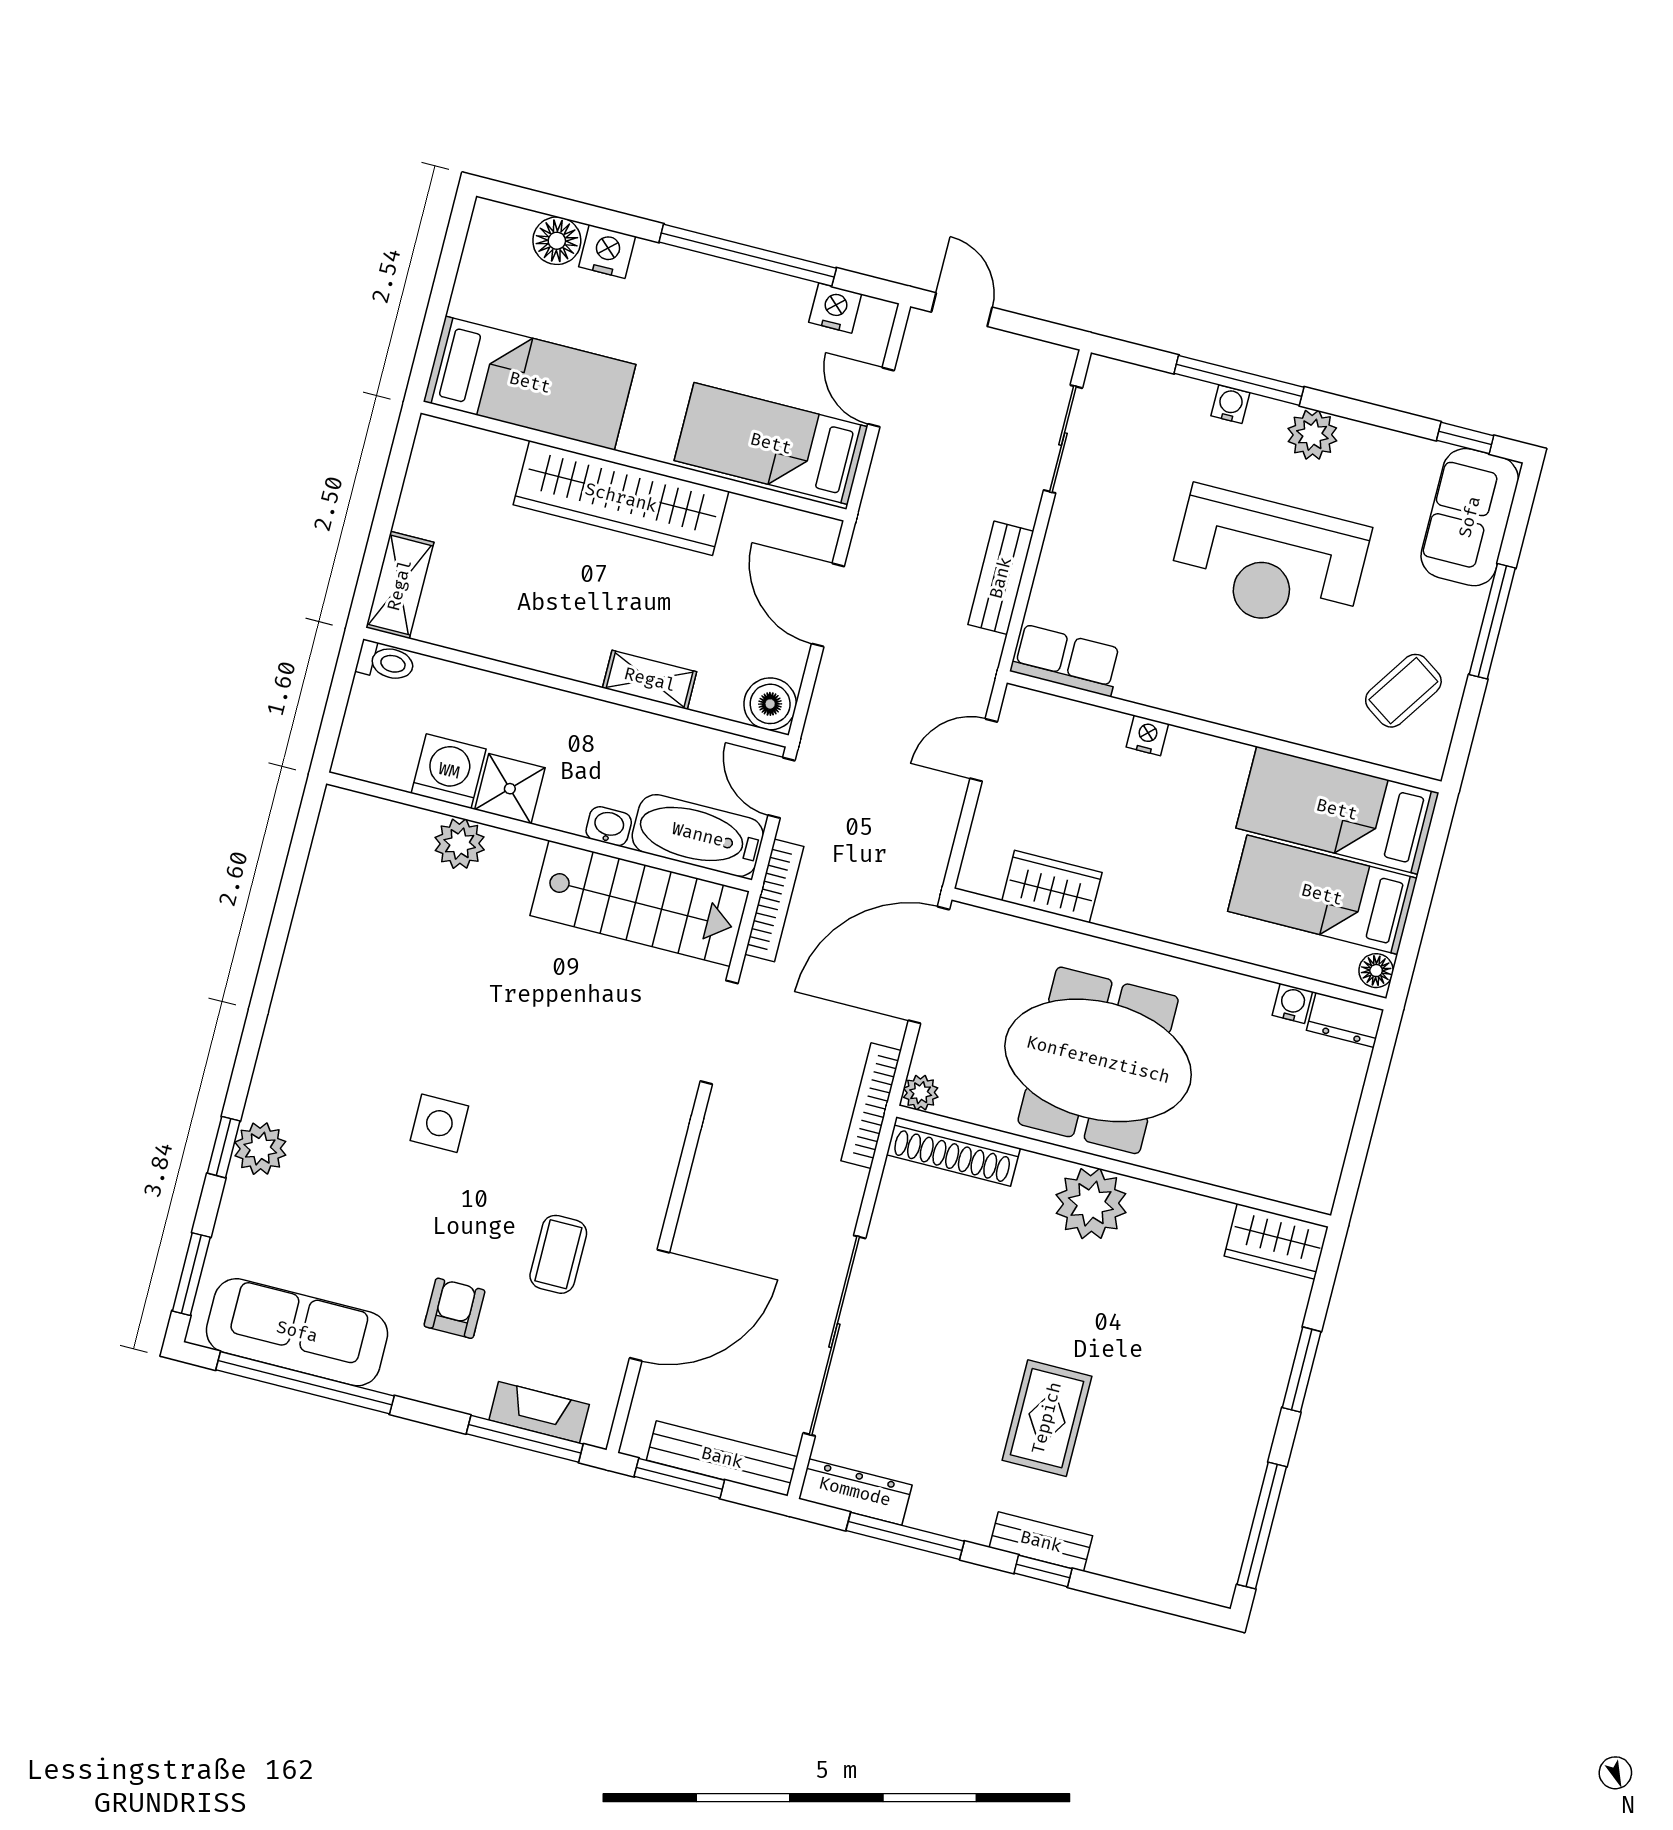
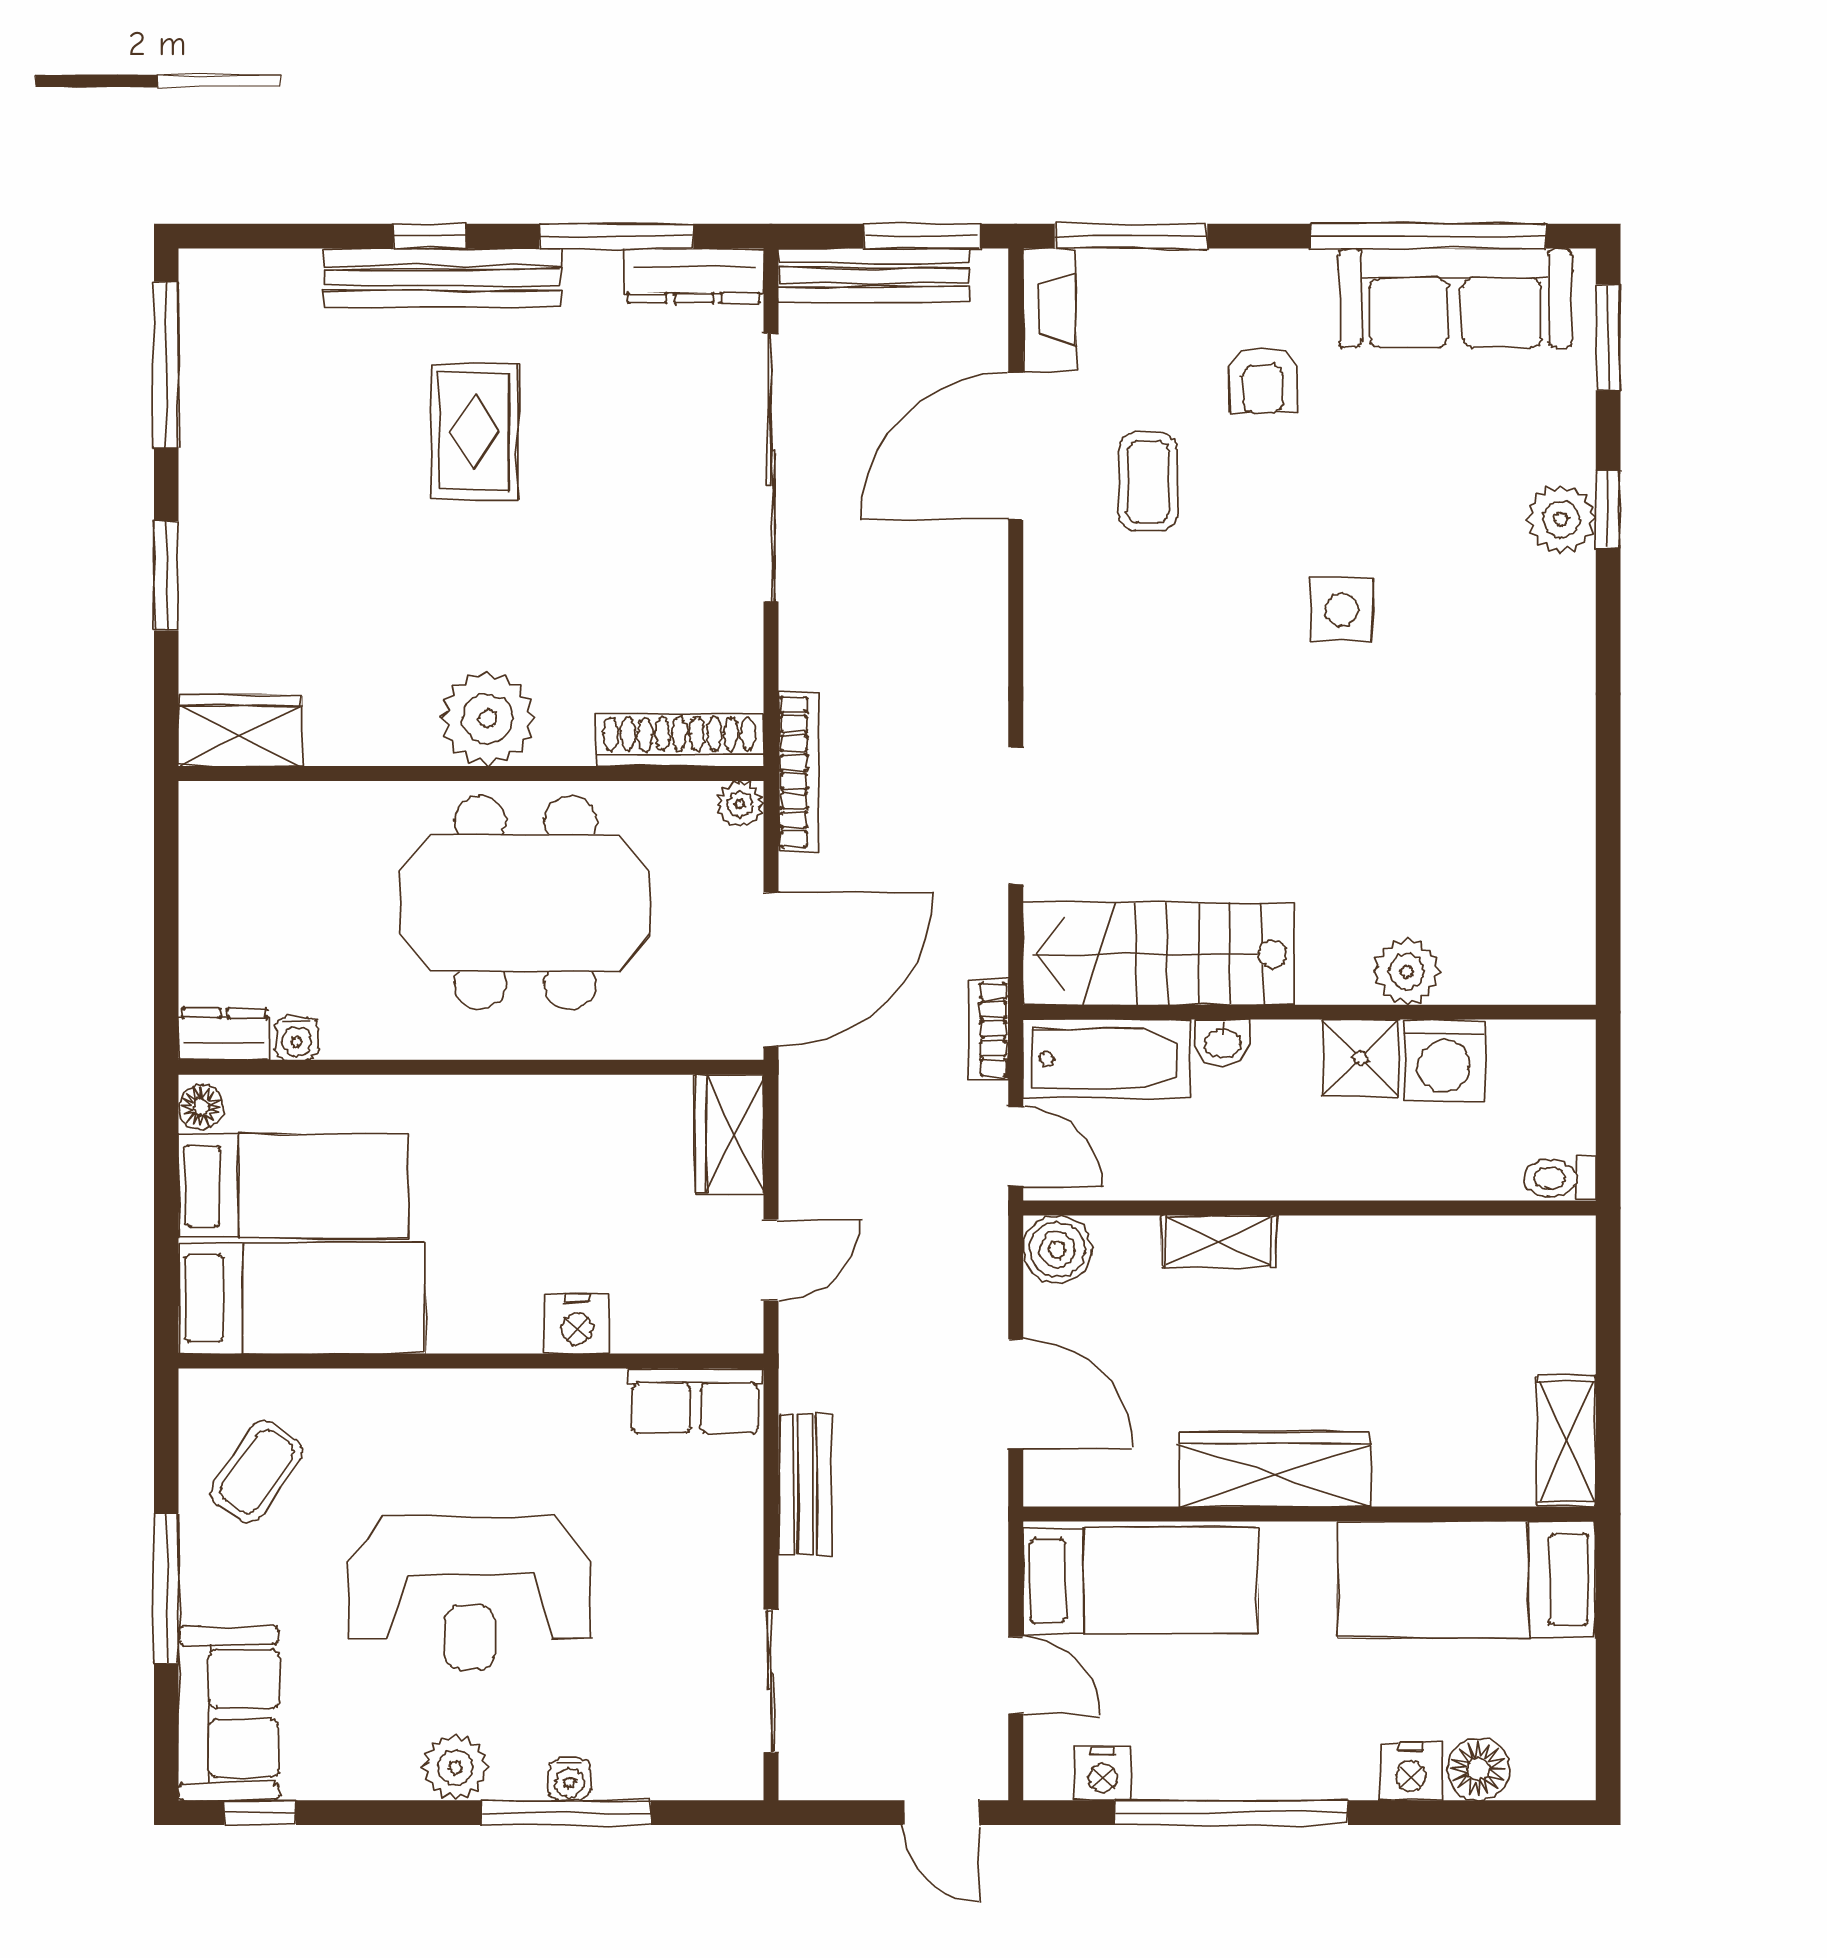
wardrobe: (621, 498) -> (1275, 1469), width x0.71, depth x0.85
reception desk: (1269, 561) -> (470, 1593), turned 180
shelving: (400, 585) -> (1566, 1441), moved
nightstand: (1147, 735) -> (577, 1324), width x1.39, depth x1.35
wardrobe: (1052, 886) -> (729, 1134), moved, turned 90
bookcase: (774, 900) -> (988, 1029), width x0.64
fireplace: (539, 1412) -> (1049, 310), moved, turned -90
bench: (1041, 1542) -> (442, 278), width x1.86, depth x1.21

